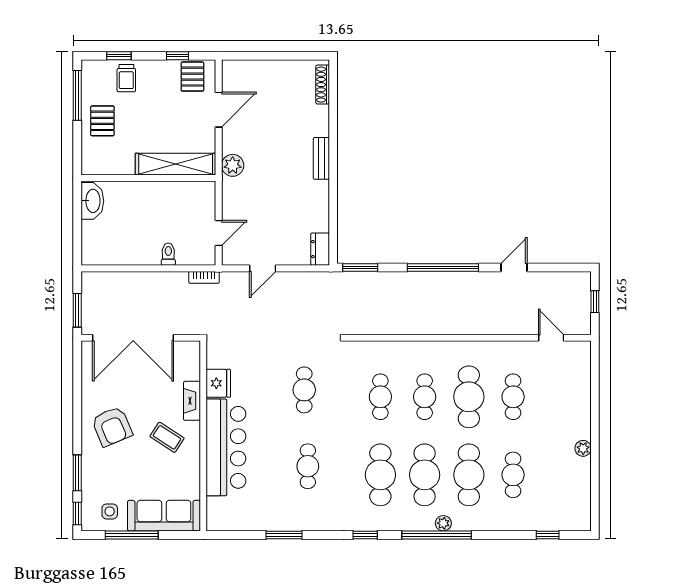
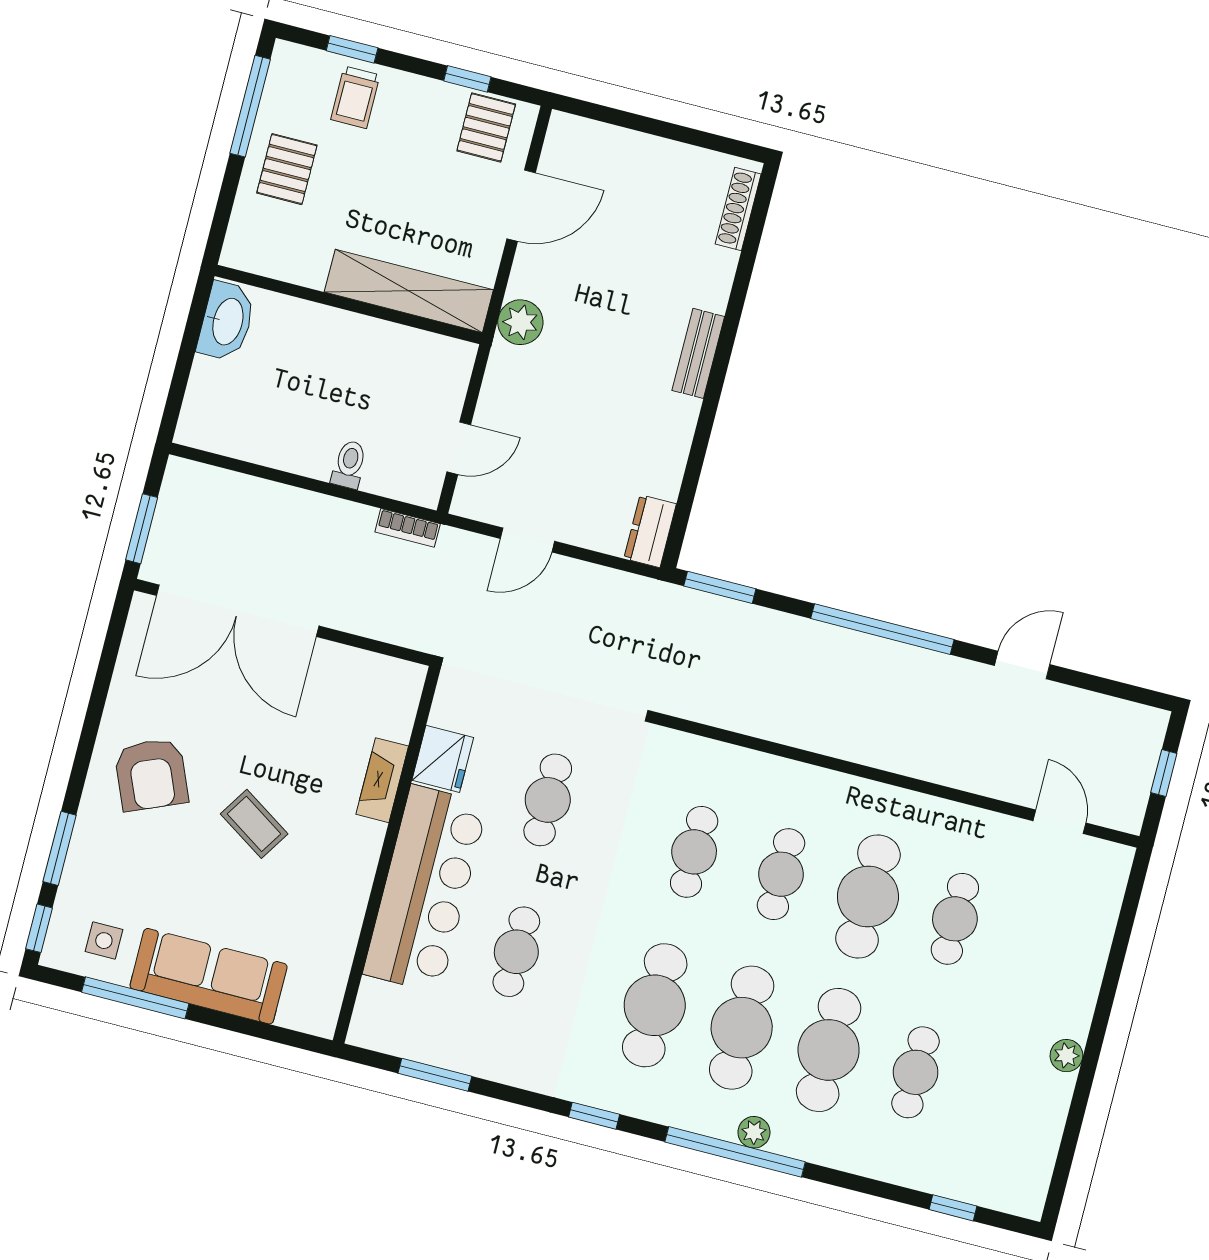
fridge: (218, 383) -> (443, 759), moved
fireplace: (192, 401) -> (382, 780), moved
wall: (203, 436) -> (387, 855), moved
bar counter: (226, 447) -> (425, 889), moved

